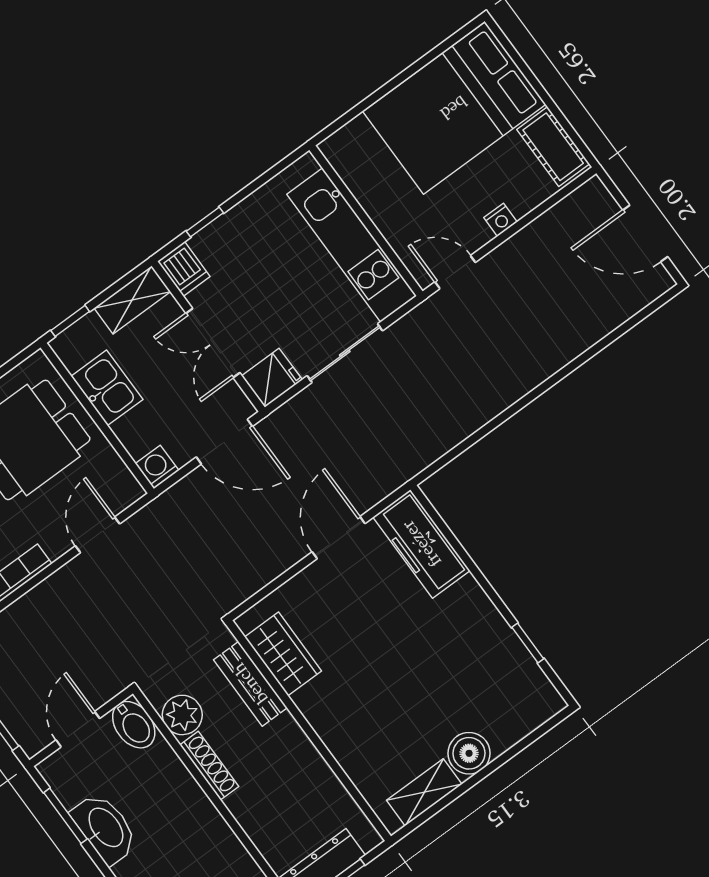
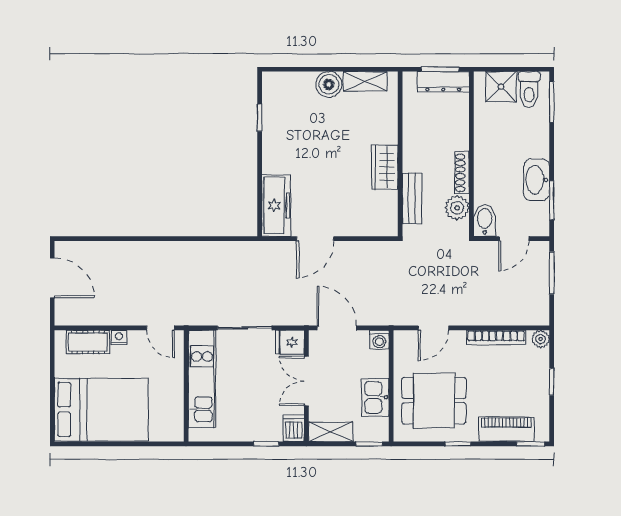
cot: (553, 147) -> (88, 342), moved, turned 90
double door: (213, 343) -> (306, 381), swing flipped
wardrobe: (283, 654) -> (385, 167), moved

